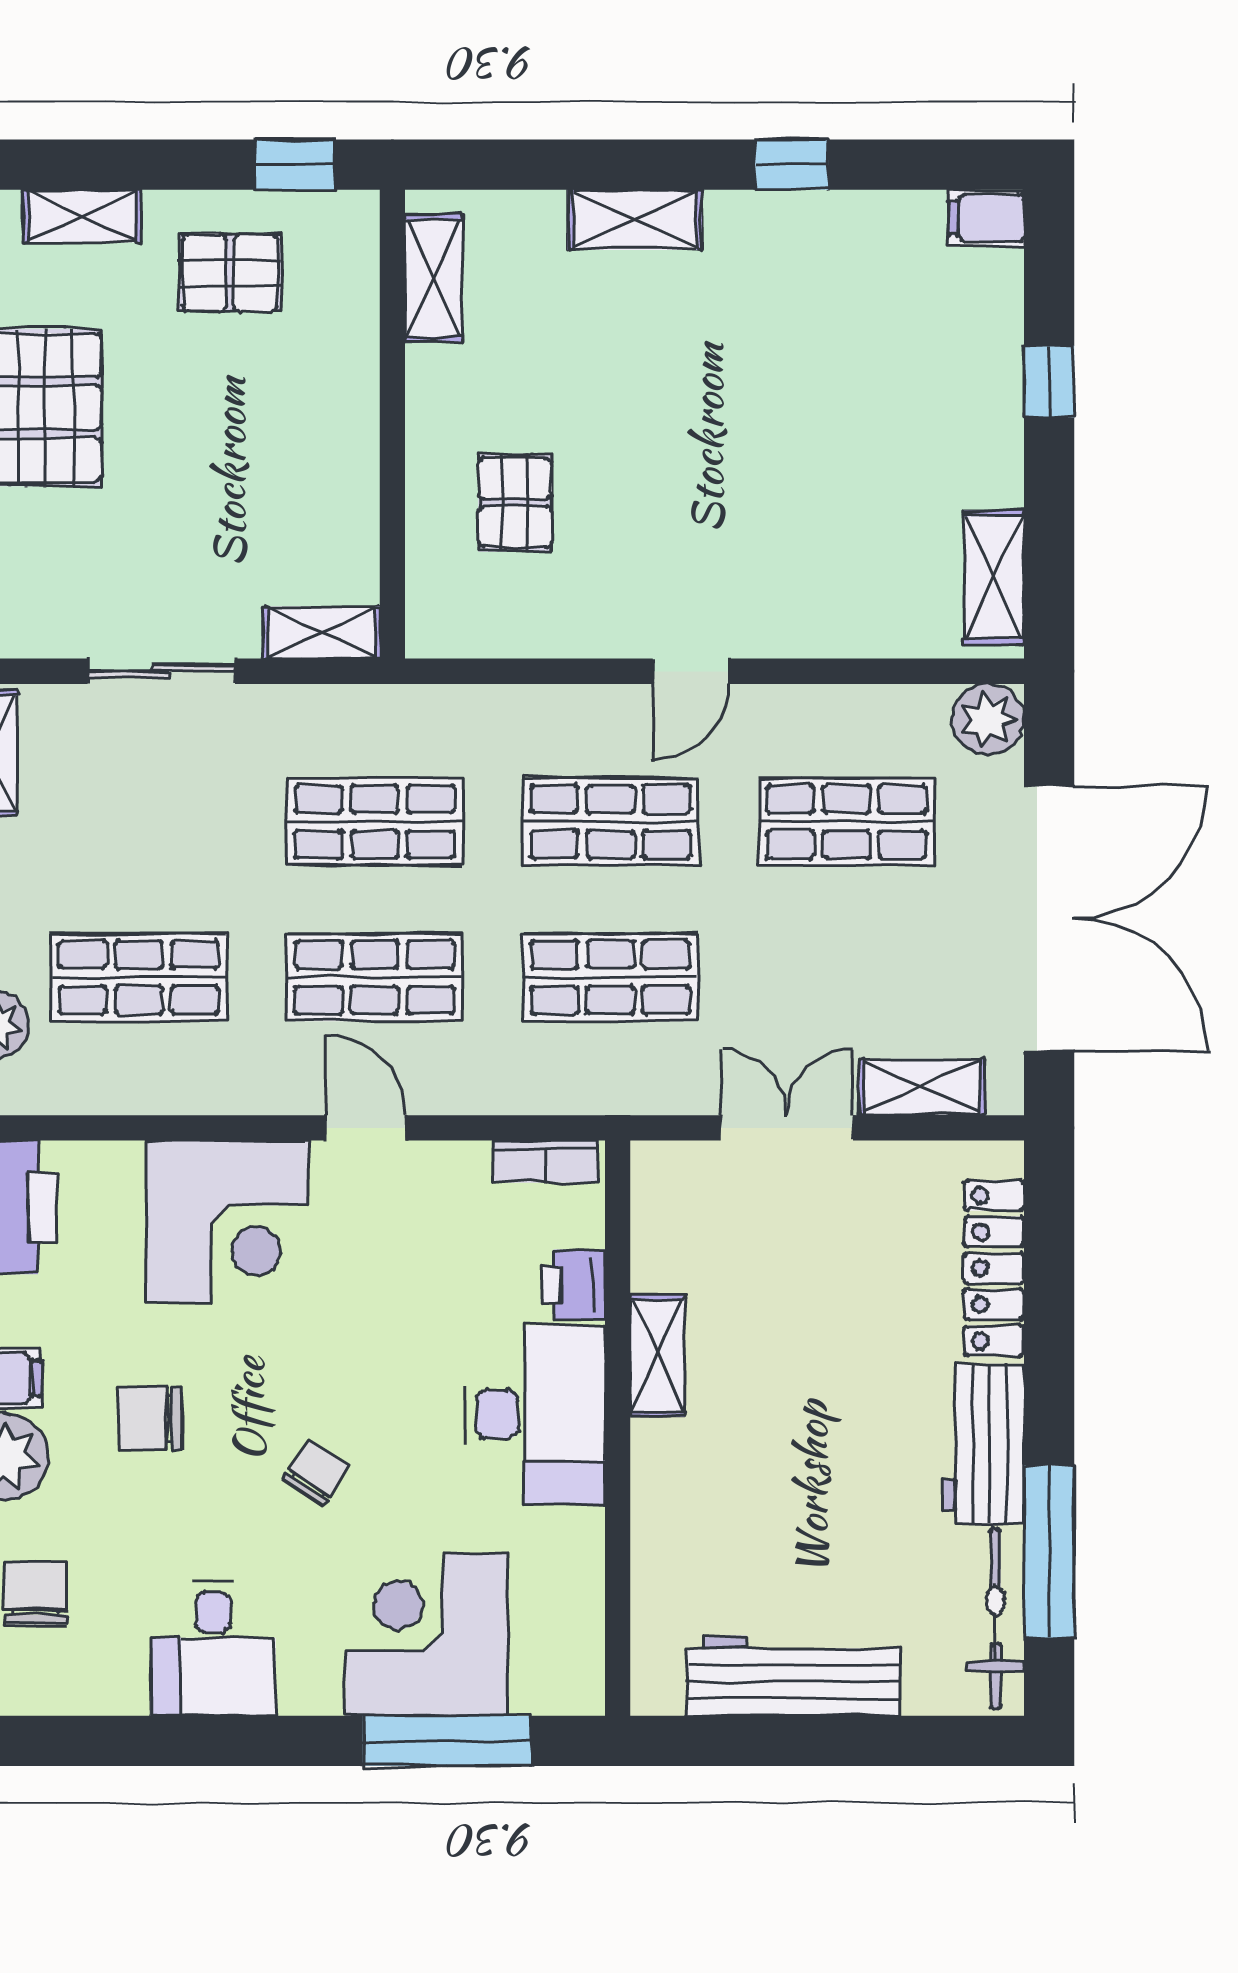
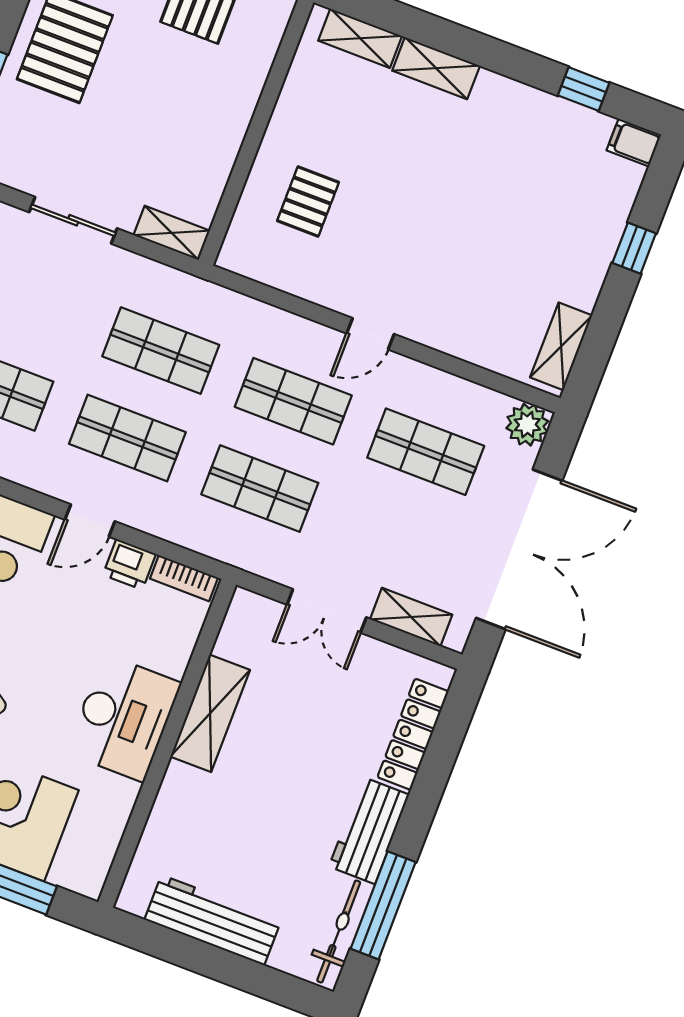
window: (792, 165) -> (584, 89), moved
shelving: (434, 278) -> (360, 38), moved, turned 90
door: (365, 1128) -> (90, 521), swing flipped
double door: (787, 1128) -> (327, 611), swing flipped
printer: (573, 1285) -> (129, 564), moved, turned -90
shelving: (657, 1356) -> (210, 713), width x1.50, depth x1.33

